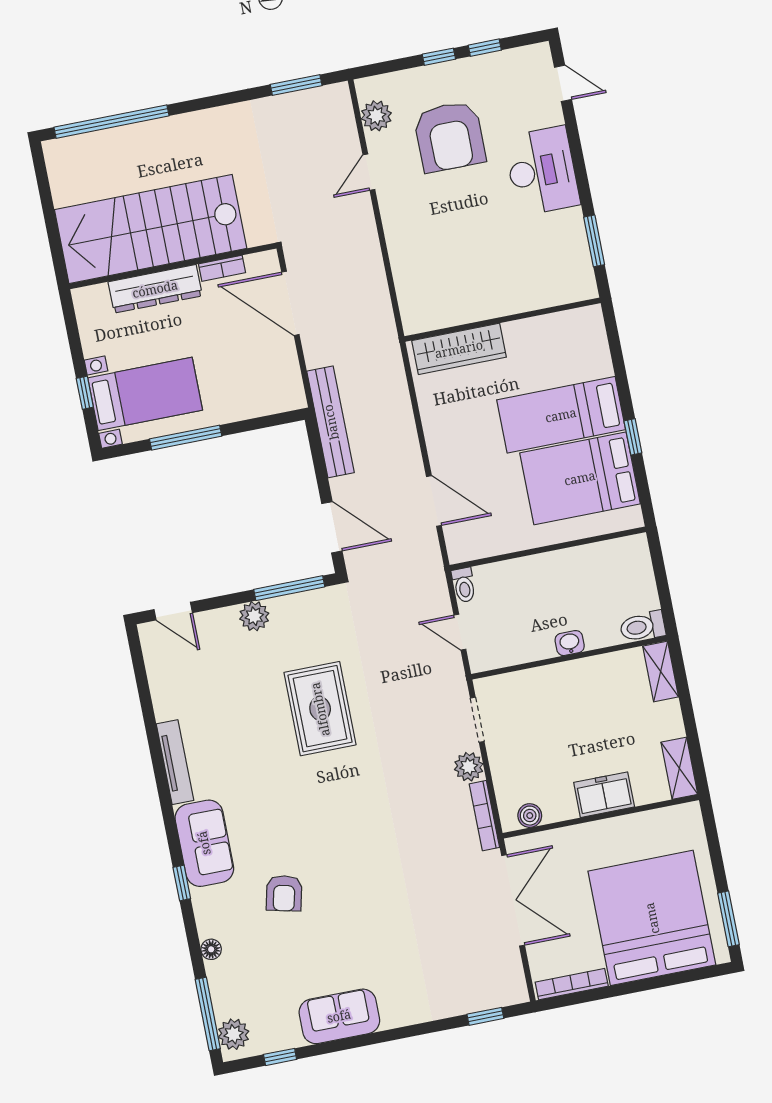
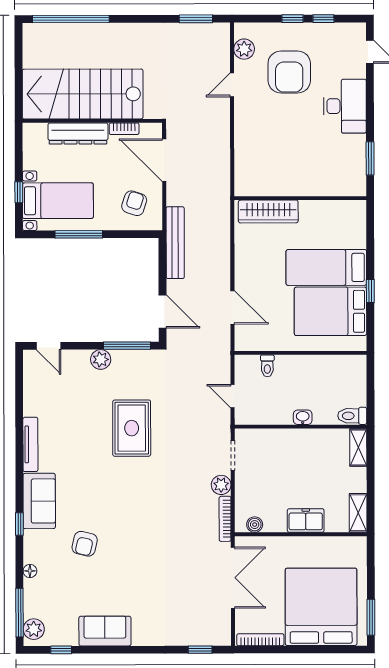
armchair: (259, 376) -> (134, 203), added
toilet: (464, 585) -> (267, 366), moved

